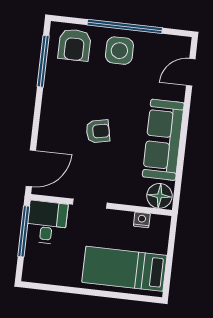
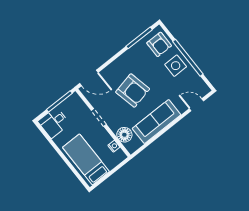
armchair: (75, 45) -> (159, 44), turned -90
armchair: (98, 131) -> (133, 91), width x1.88, depth x1.88
floor lamp: (159, 196) -> (124, 135), moved
desk: (47, 222) -> (54, 123), moved, turned 180

